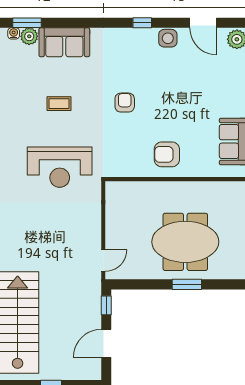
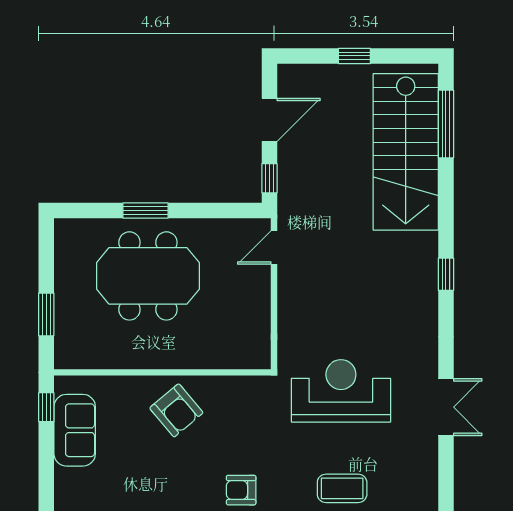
armchair: (125, 103) -> (241, 490), turned 90
coffee table: (59, 104) -> (342, 488), width x1.36, depth x1.30
armchair: (167, 154) -> (176, 410), turned 50

